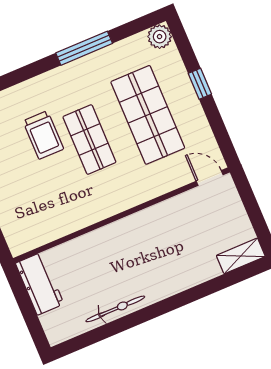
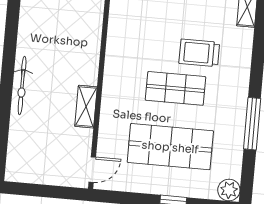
shelving: (241, 256) -> (86, 107), moved
bicycle: (115, 309) -> (22, 85), moved

